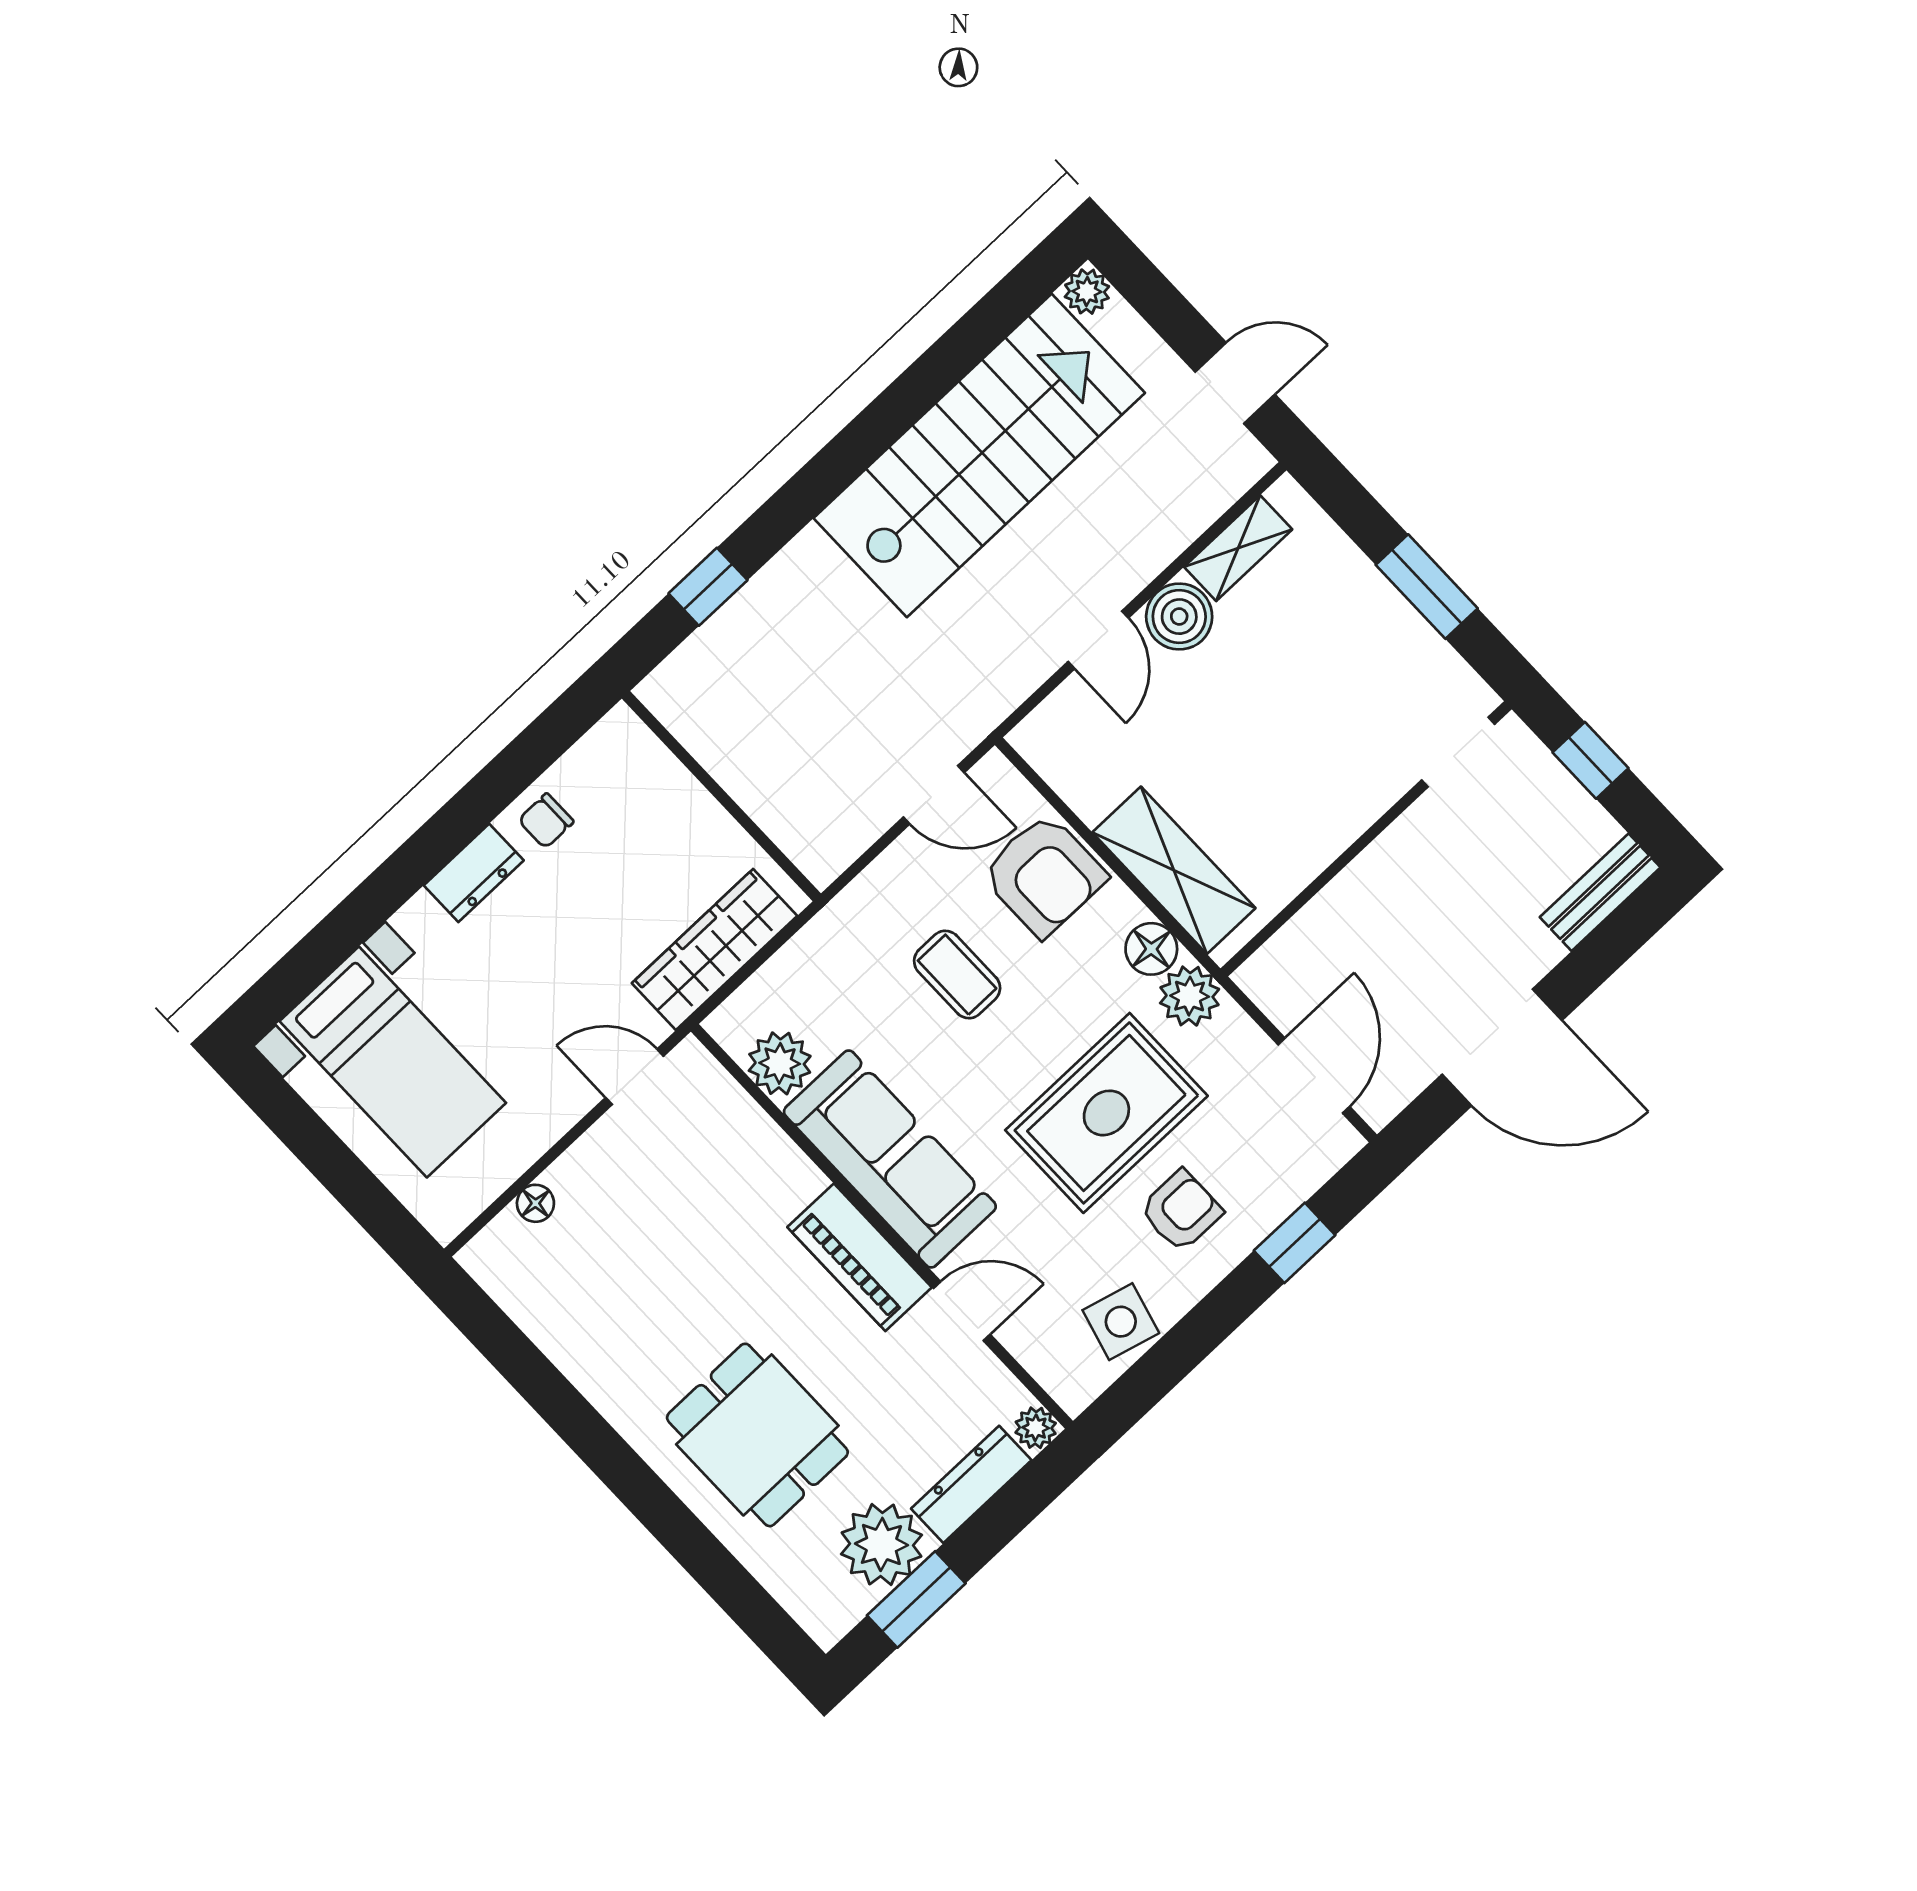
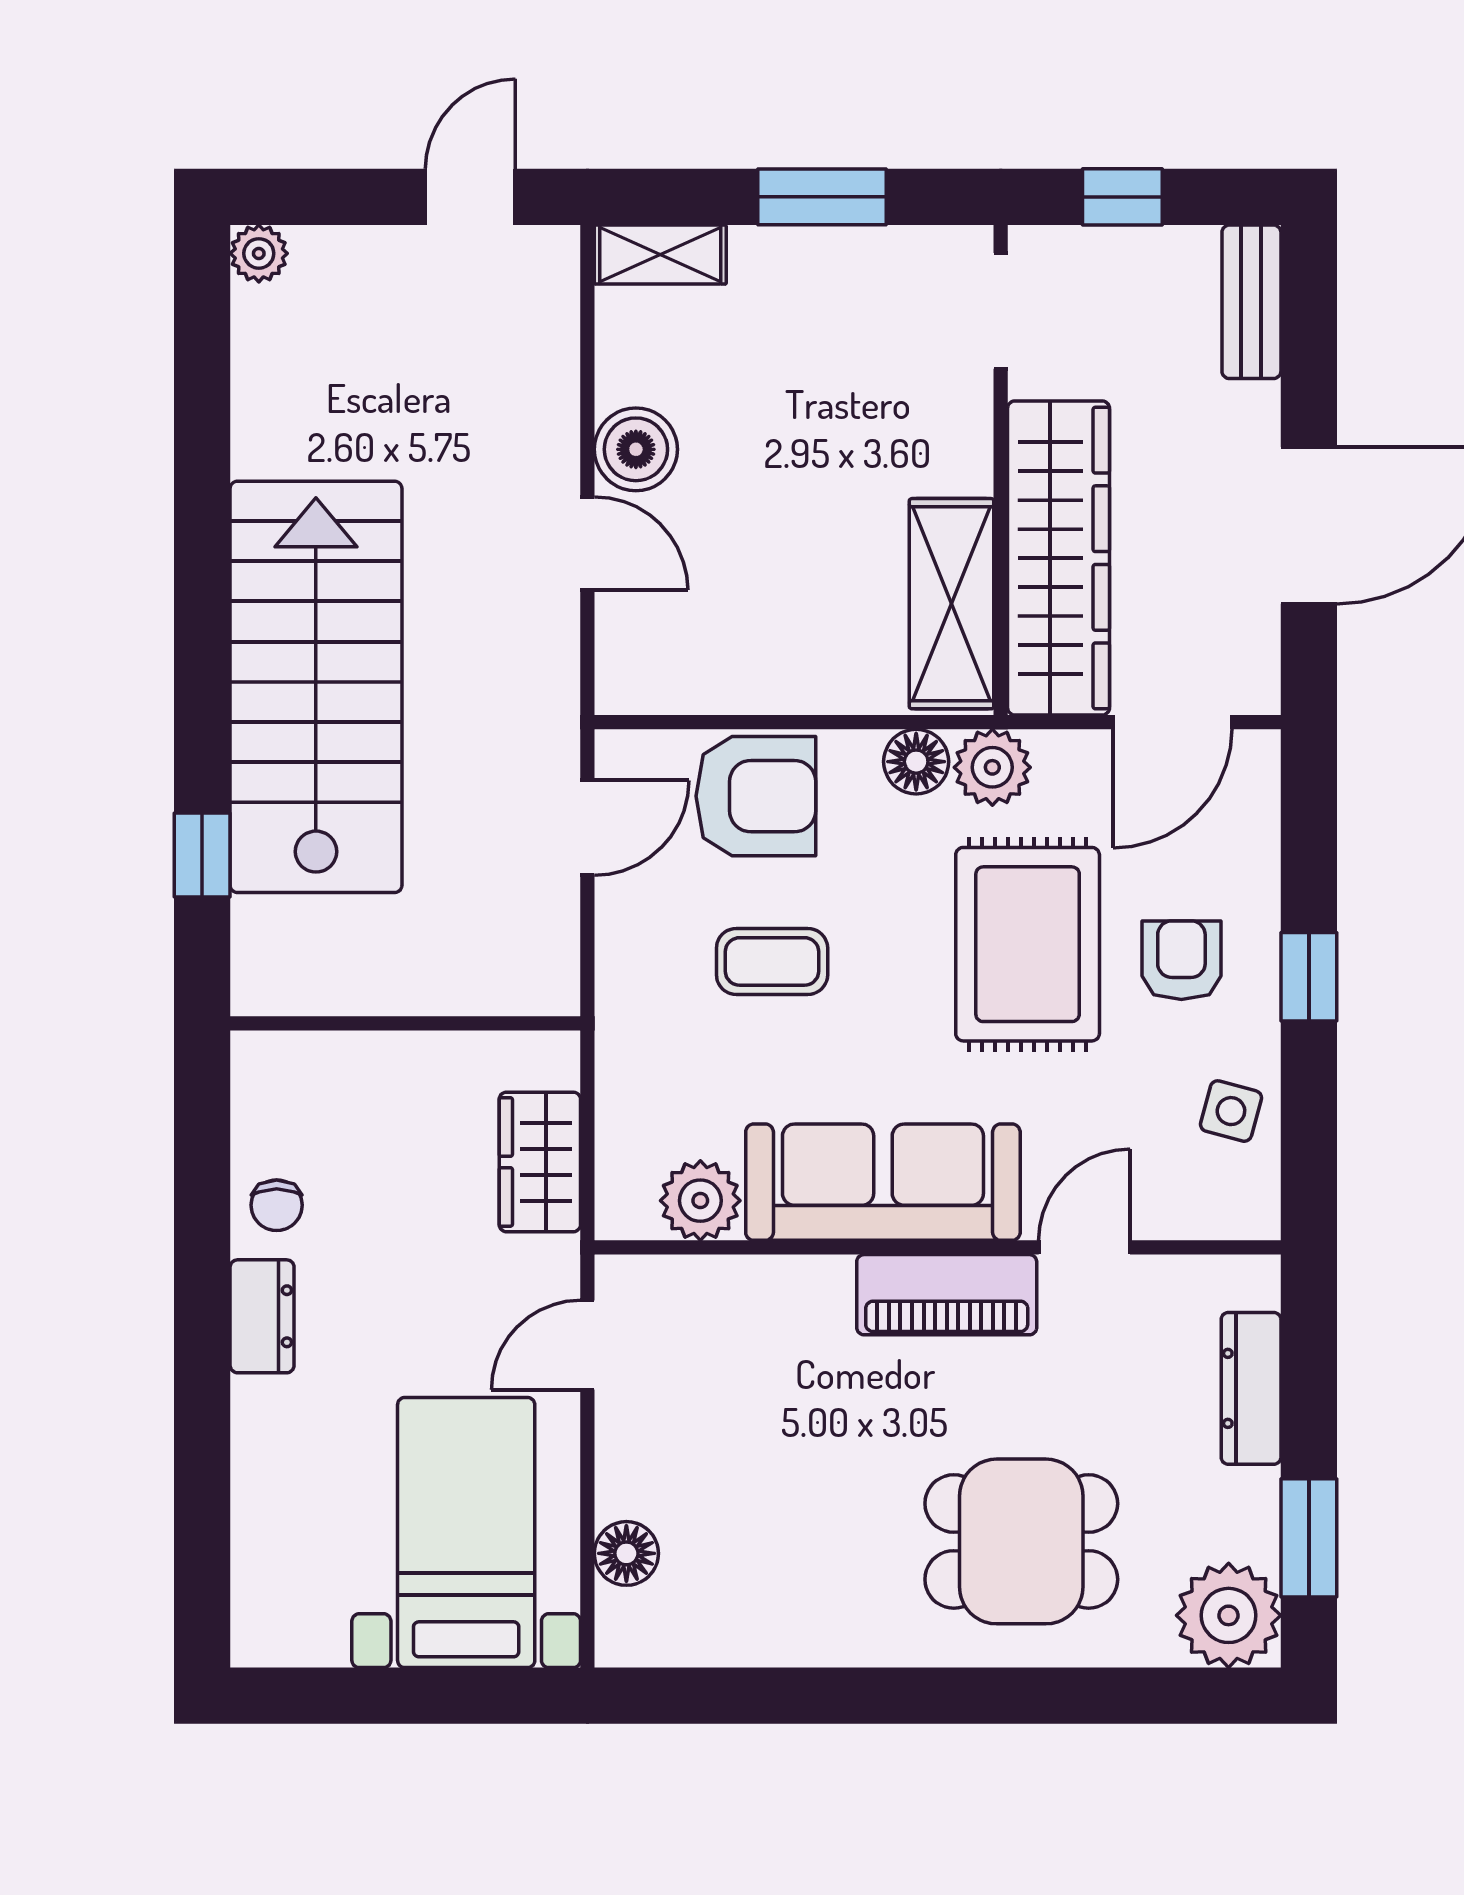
stairs: (979, 455) -> (316, 687), moved
shelving: (1238, 548) -> (660, 255), moved, turned 90
shelving: (1174, 870) -> (952, 604), moved, turned 90
wardrobe: (1347, 920) -> (1059, 558), added
wardrobe: (714, 950) -> (540, 1162), width x0.67
bed with nightstands: (393, 1062) -> (466, 1533), moved, turned -90
door: (1314, 1076) -> (1172, 722), swing flipped
floor lamp: (535, 1203) -> (626, 1553), width x1.37, depth x1.37
window: (1295, 1243) -> (1309, 977), moved
side table: (1121, 1322) -> (1231, 1111), width x0.73, depth x0.73
plant: (1036, 1428) -> (1255, 1281), removed
plant: (881, 1544) -> (1229, 1615), moved

